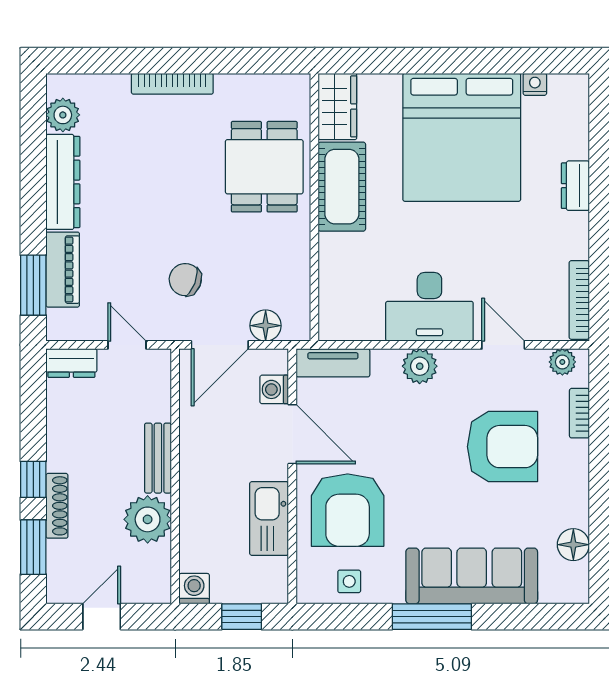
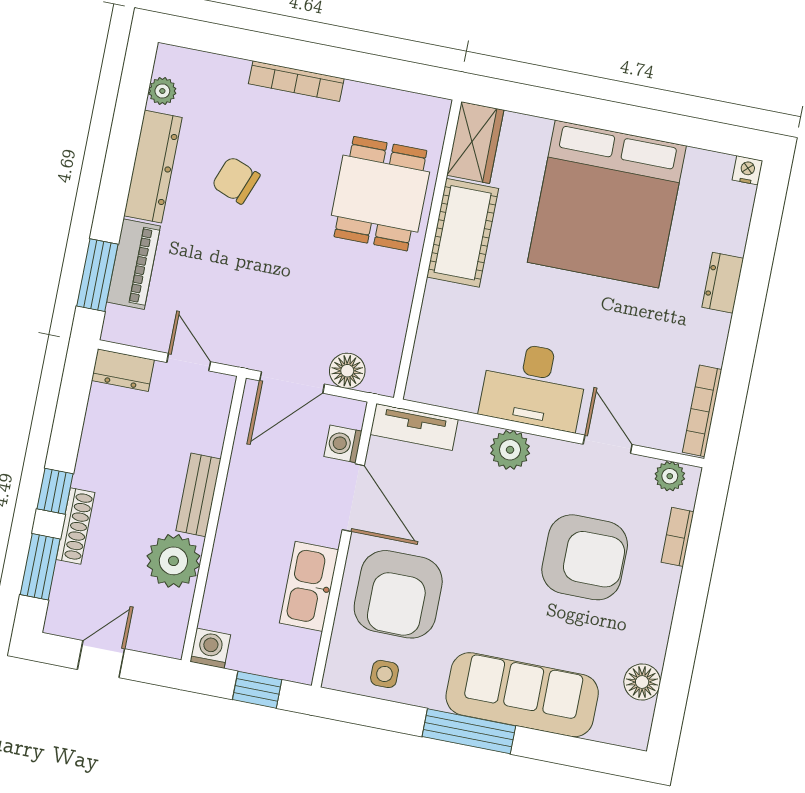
nightstand: (535, 84) -> (747, 170), moved
plant: (63, 115) -> (162, 91), width x0.73, depth x0.73
chair: (185, 280) -> (236, 180), moved

